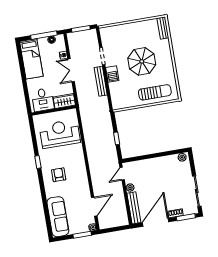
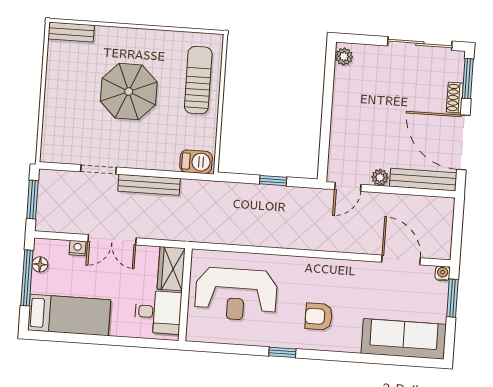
barbecue: (112, 74) -> (196, 162), moved
reception desk: (60, 134) -> (236, 294), turned -90
door: (122, 174) -> (348, 187), hinge flipped

